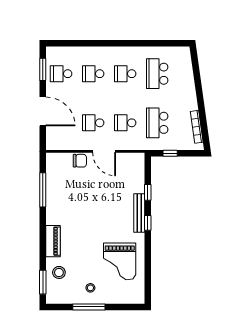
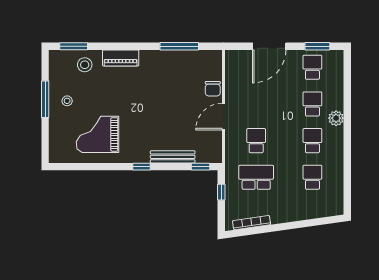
plant: (106, 53) -> (336, 118), added
school desk: (157, 74) -> (312, 177), width x0.54
school desk: (93, 123) -> (256, 104), removed
window: (148, 192) -> (200, 167), moved
bench: (139, 213) -> (173, 157), moved

